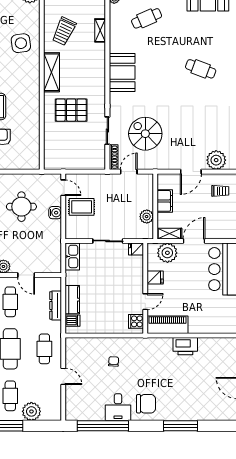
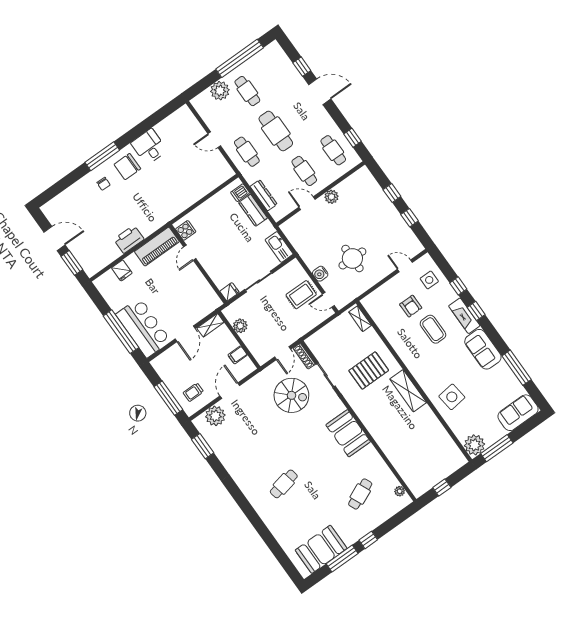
shelving: (100, 30) -> (360, 319), moved
trolley: (64, 31) -> (423, 433), removed
cafe table: (201, 69) -> (284, 484), turned -33
filing cabinet: (165, 201) -> (238, 355), width x0.50
plant: (167, 253) -> (201, 308), removed
fridge: (155, 278) -> (122, 270), moved, turned -90
chair: (114, 361) -> (104, 184), moved
window: (103, 426) -> (151, 122), removed
window: (180, 426) -> (102, 156), moved

